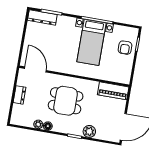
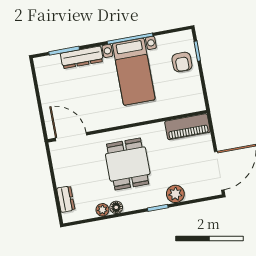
dresser: (42, 17) -> (82, 57), moved
dresser: (20, 95) -> (66, 199), moved
dining table: (66, 101) -> (128, 164), turned 90

